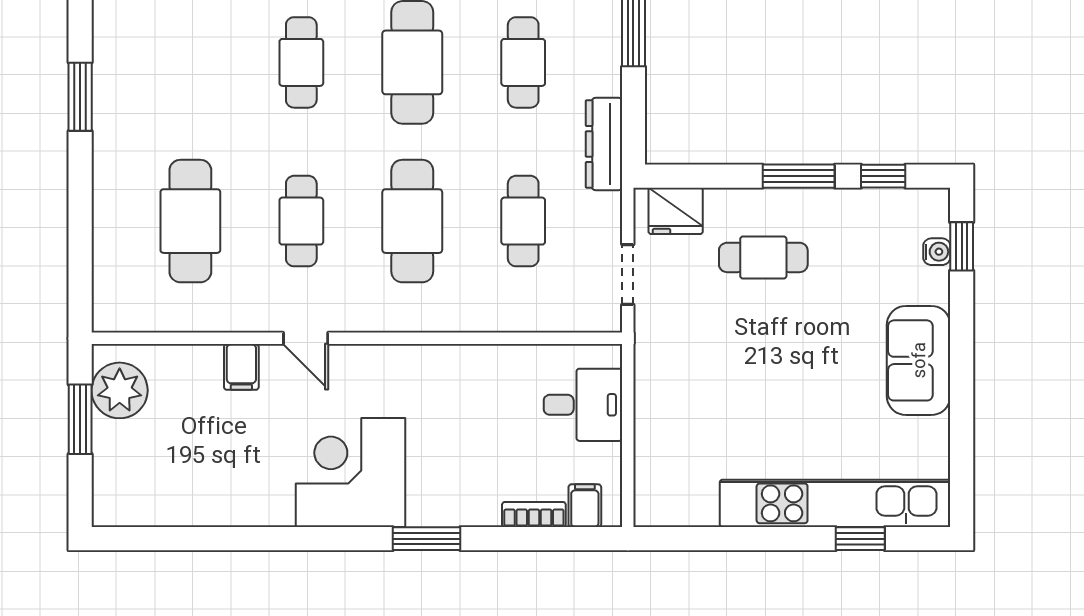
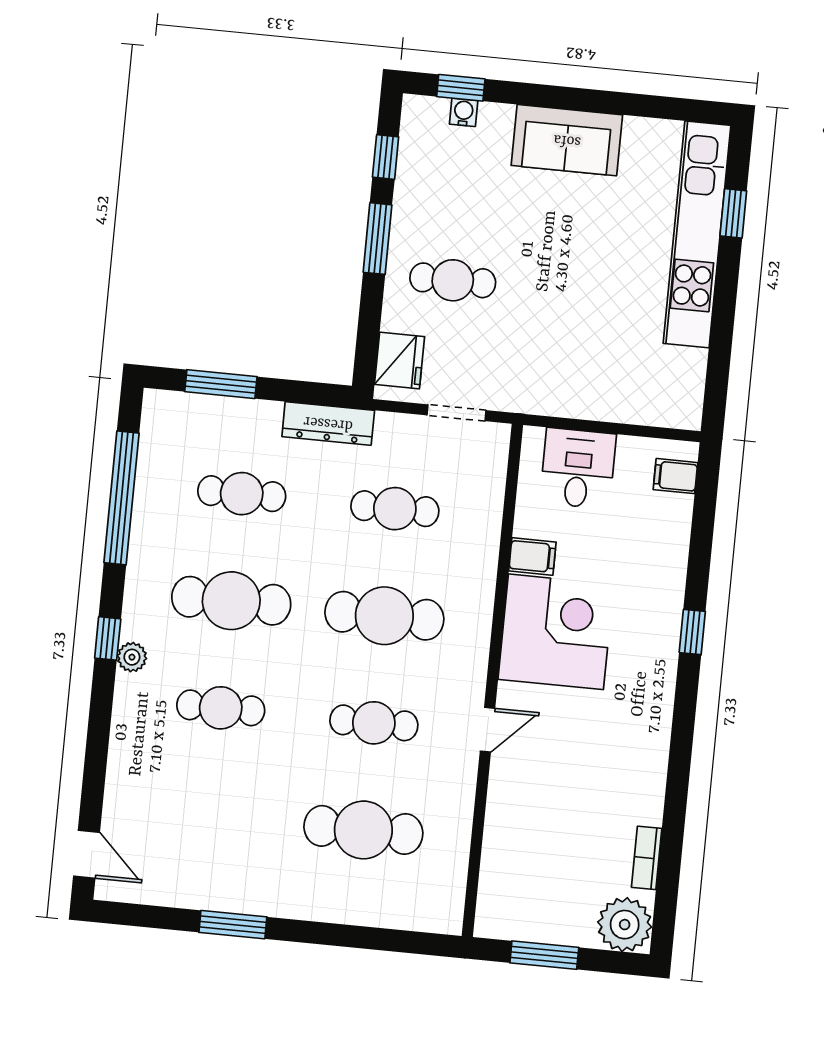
cafe table: (763, 257) -> (453, 280), turned 90
filing cabinet: (241, 367) -> (532, 556), moved
plant: (120, 390) -> (625, 925), moved
corner desk: (351, 473) -> (556, 632), moved, turned 180
bookcase: (534, 514) -> (647, 858), moved
window: (427, 539) -> (692, 632), width x0.67

